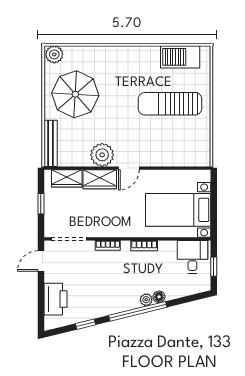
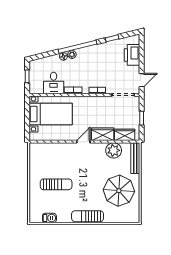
plant: (54, 54) -> (133, 217), removed
sun lounger: (123, 56) -> (88, 216), added
barbecue: (180, 57) -> (49, 218), width x0.53, depth x0.65
sun lounger: (170, 104) -> (56, 184), width x0.73, depth x0.75
plant: (102, 155) -> (114, 150), moved
desk: (192, 257) -> (54, 83), moved

